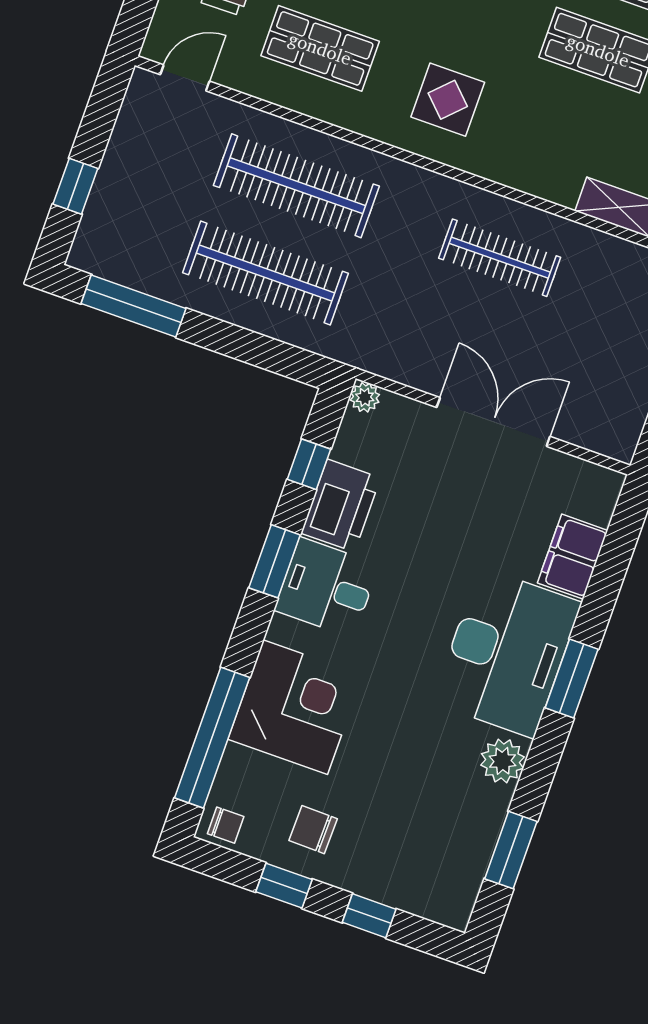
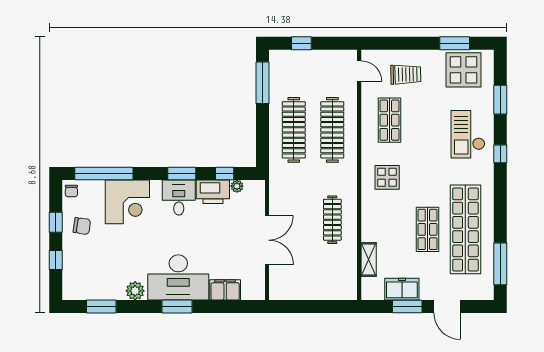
plant: (365, 397) -> (237, 186), moved
chair: (313, 830) -> (82, 226), turned 97

